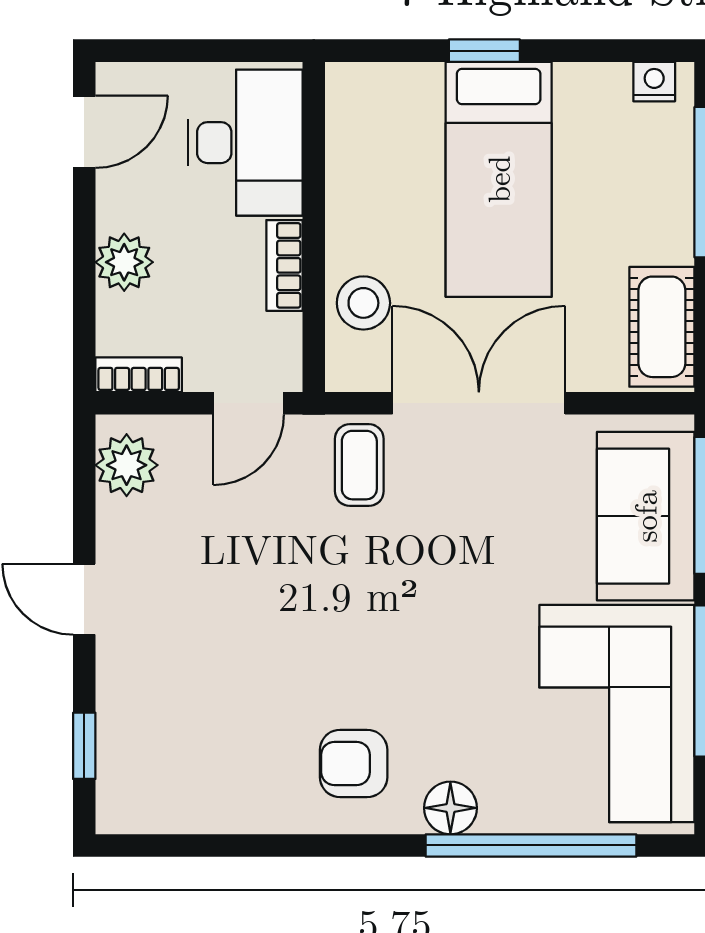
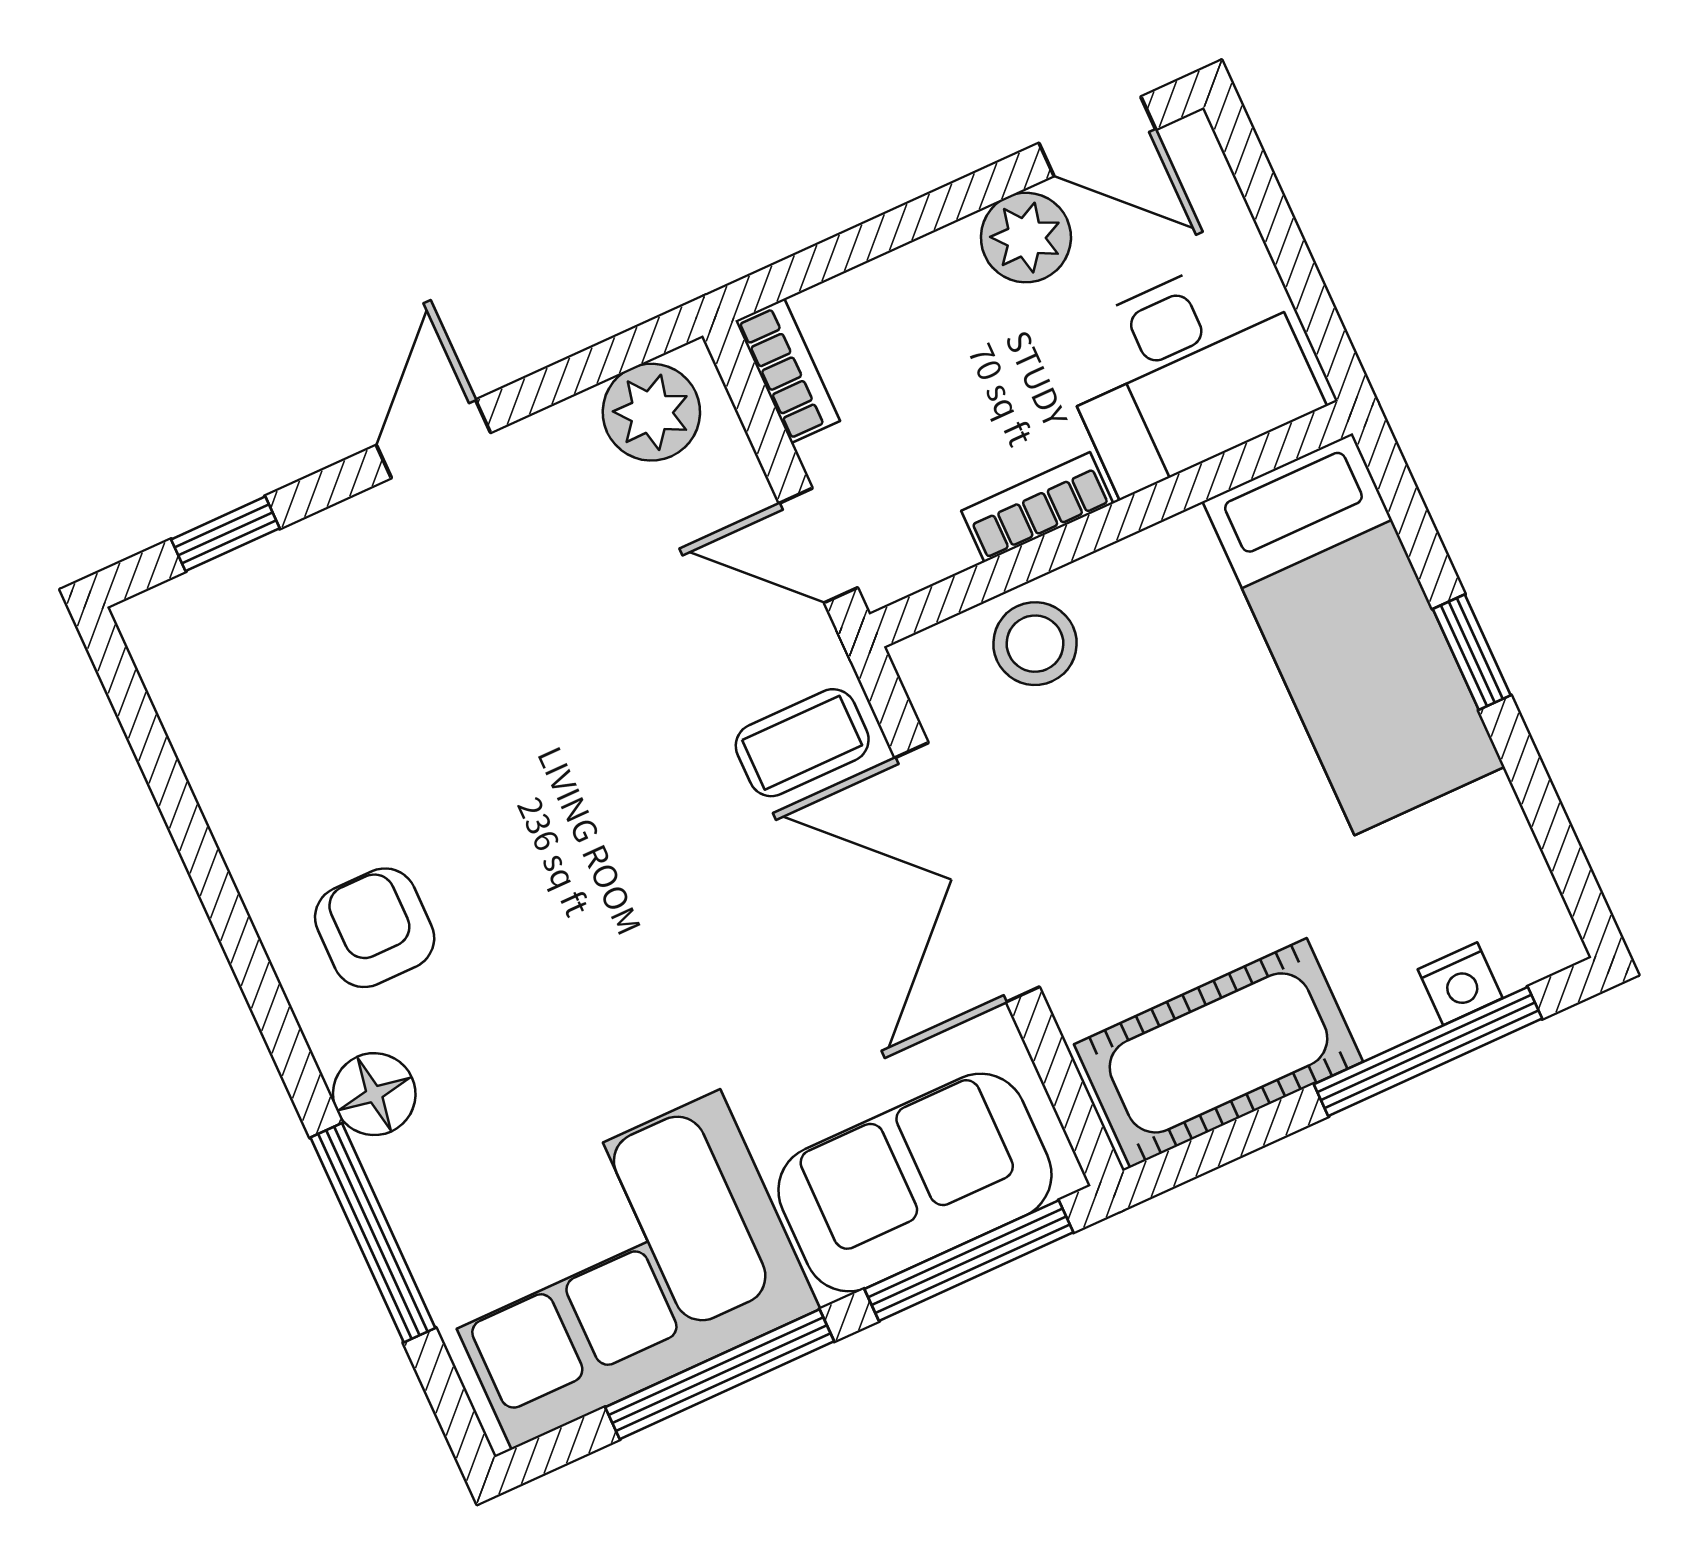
nightstand: (654, 82) -> (1460, 984), moved, turned 90
bed: (499, 179) -> (1354, 634), moved, turned -90
plant: (124, 262) -> (1026, 238), moved
cot: (662, 327) -> (1218, 1053), width x1.37, depth x1.34
double door: (479, 403) -> (967, 872), swing flipped
window: (531, 845) -> (373, 1233), width x0.68

